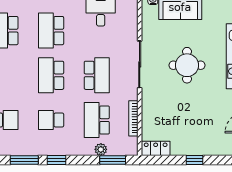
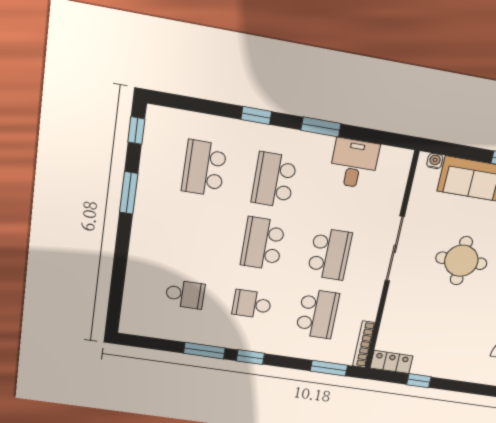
bookcase: (133, 118) -> (364, 344), moved
school desk: (97, 120) -> (317, 314), turned 180
plant: (101, 149) -> (315, 353), removed
window: (195, 160) -> (419, 381), moved

